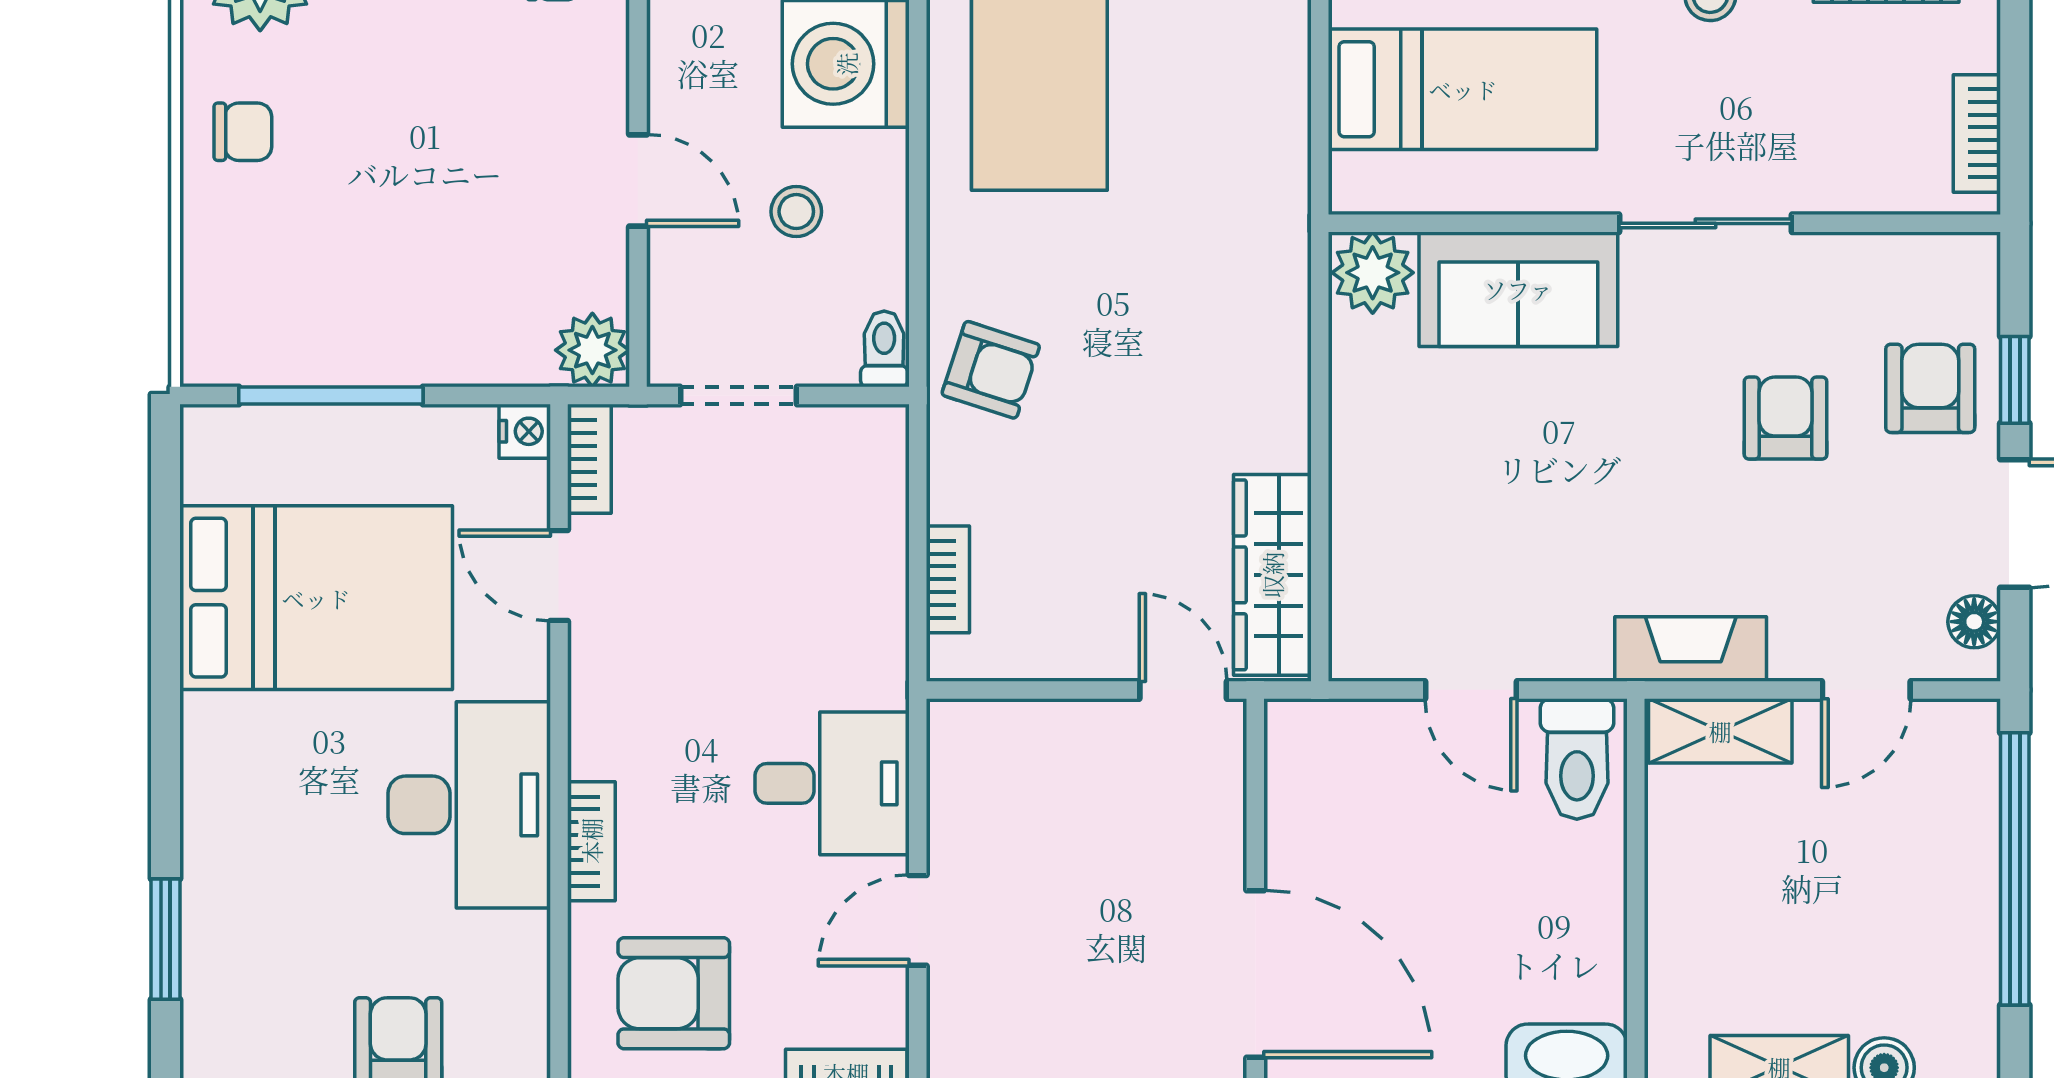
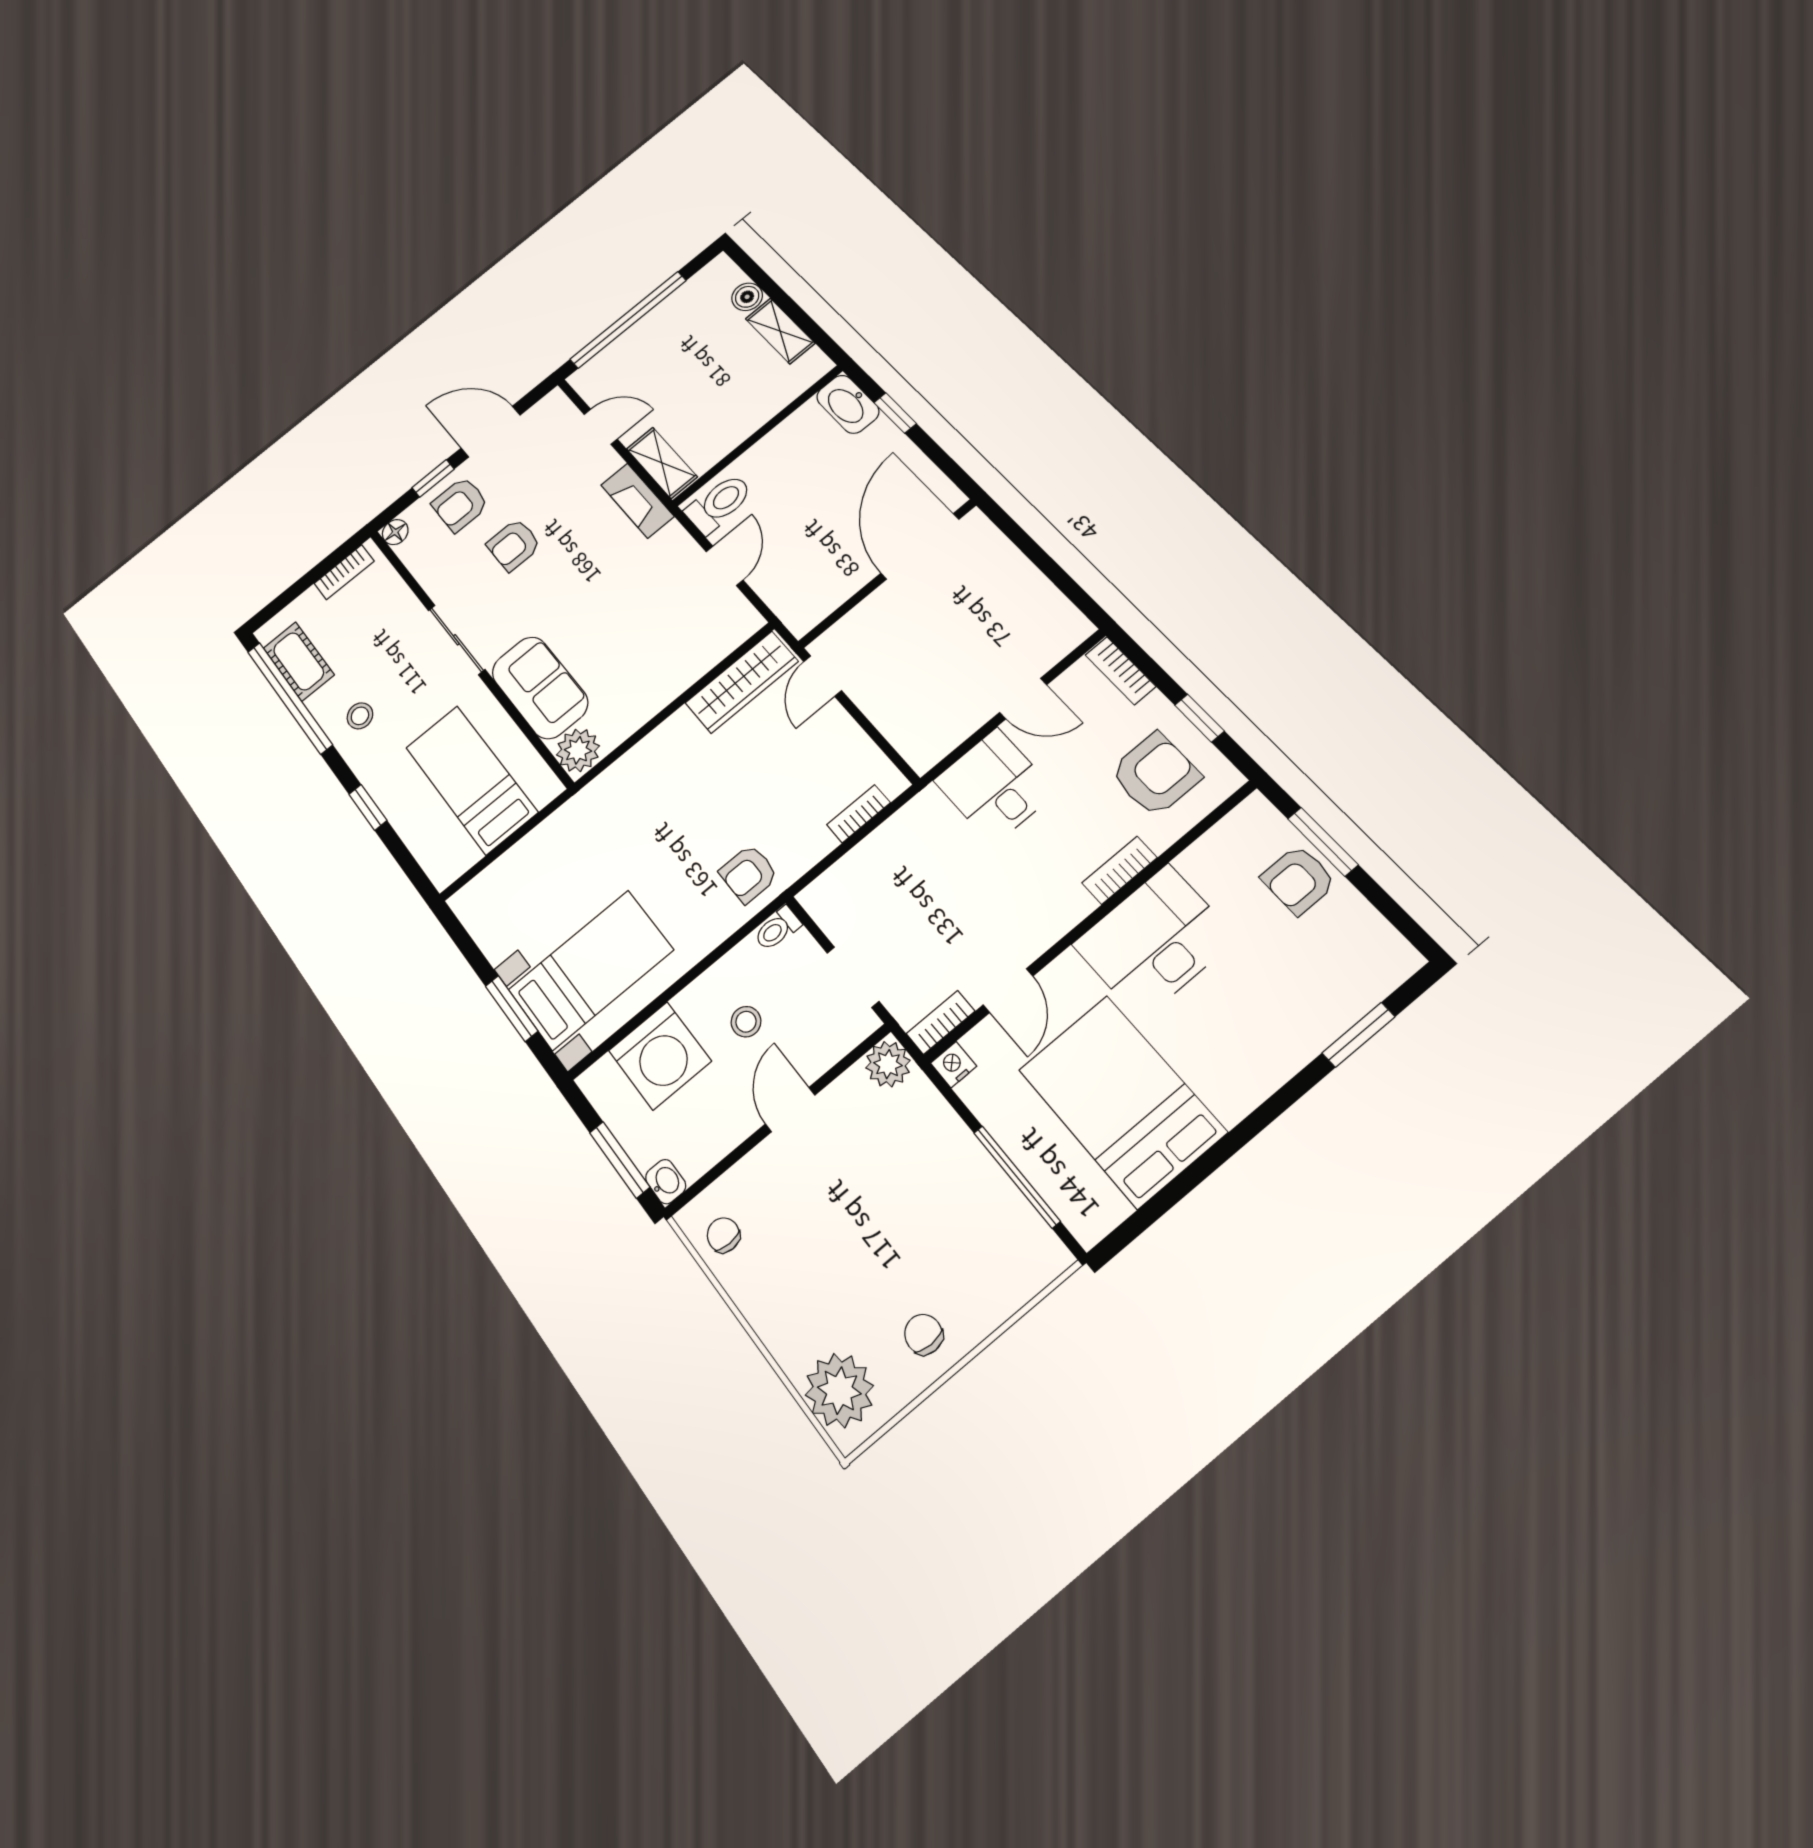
armchair: (991, 370) -> (749, 874), turned -108
floor lamp: (1974, 622) -> (395, 532), moved
armchair: (674, 993) -> (1155, 774), turned -90

